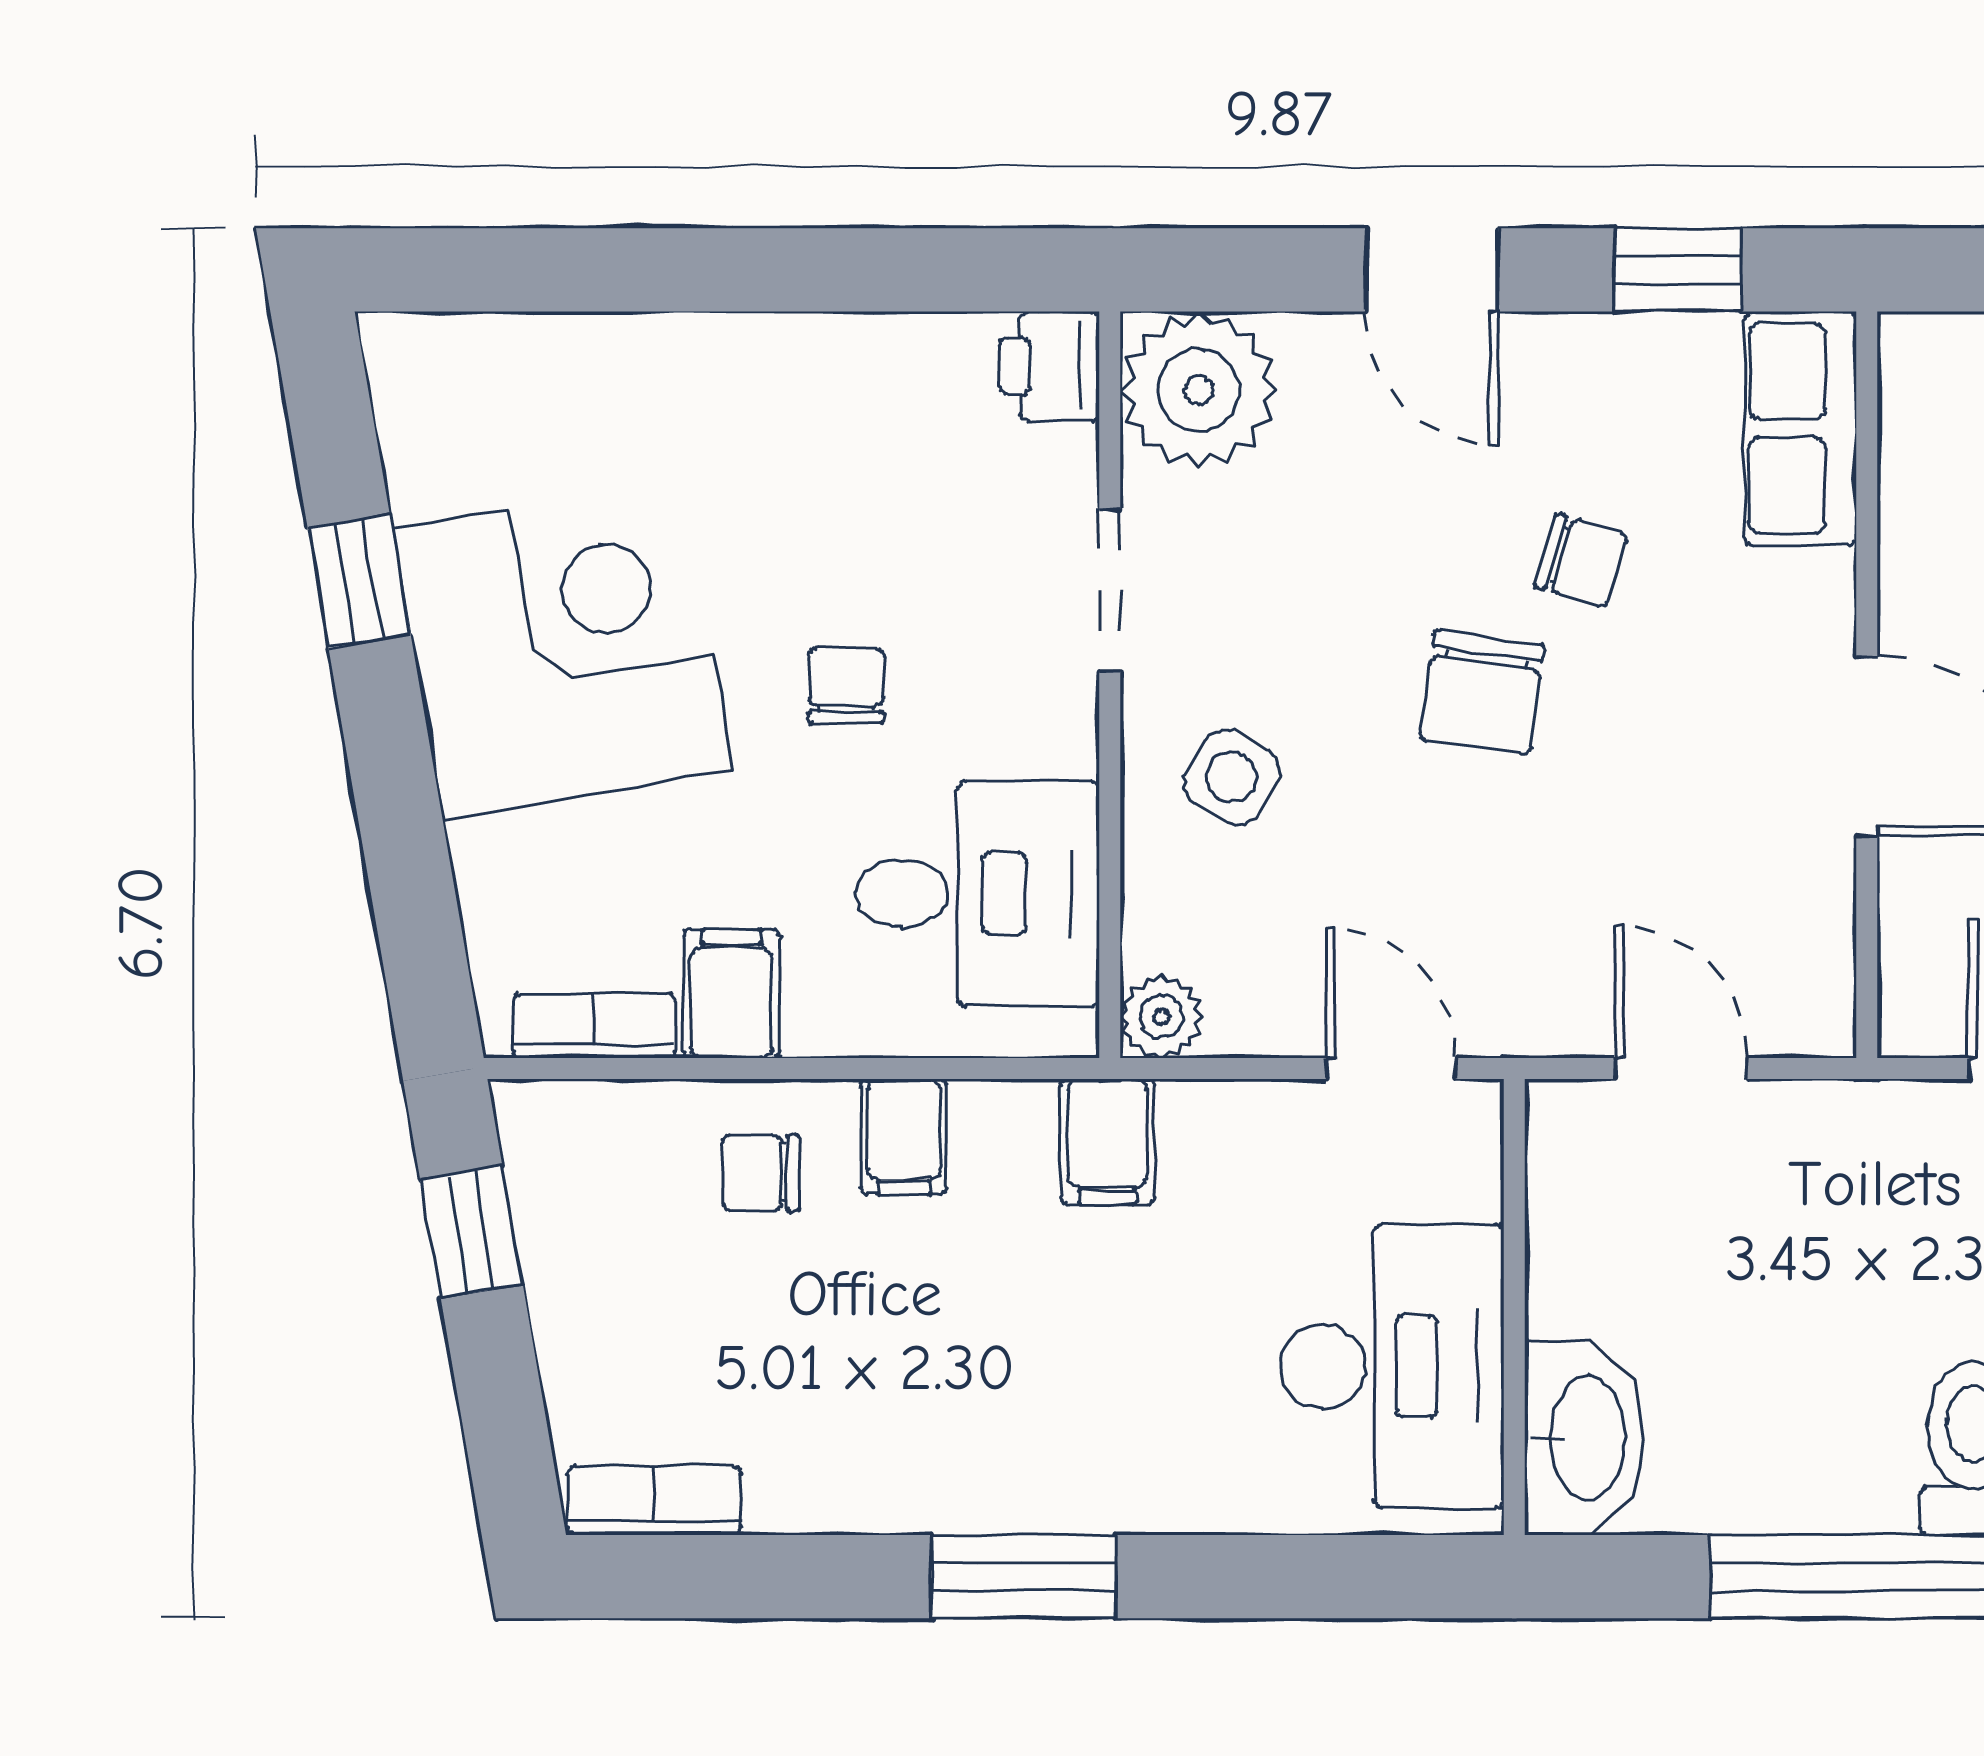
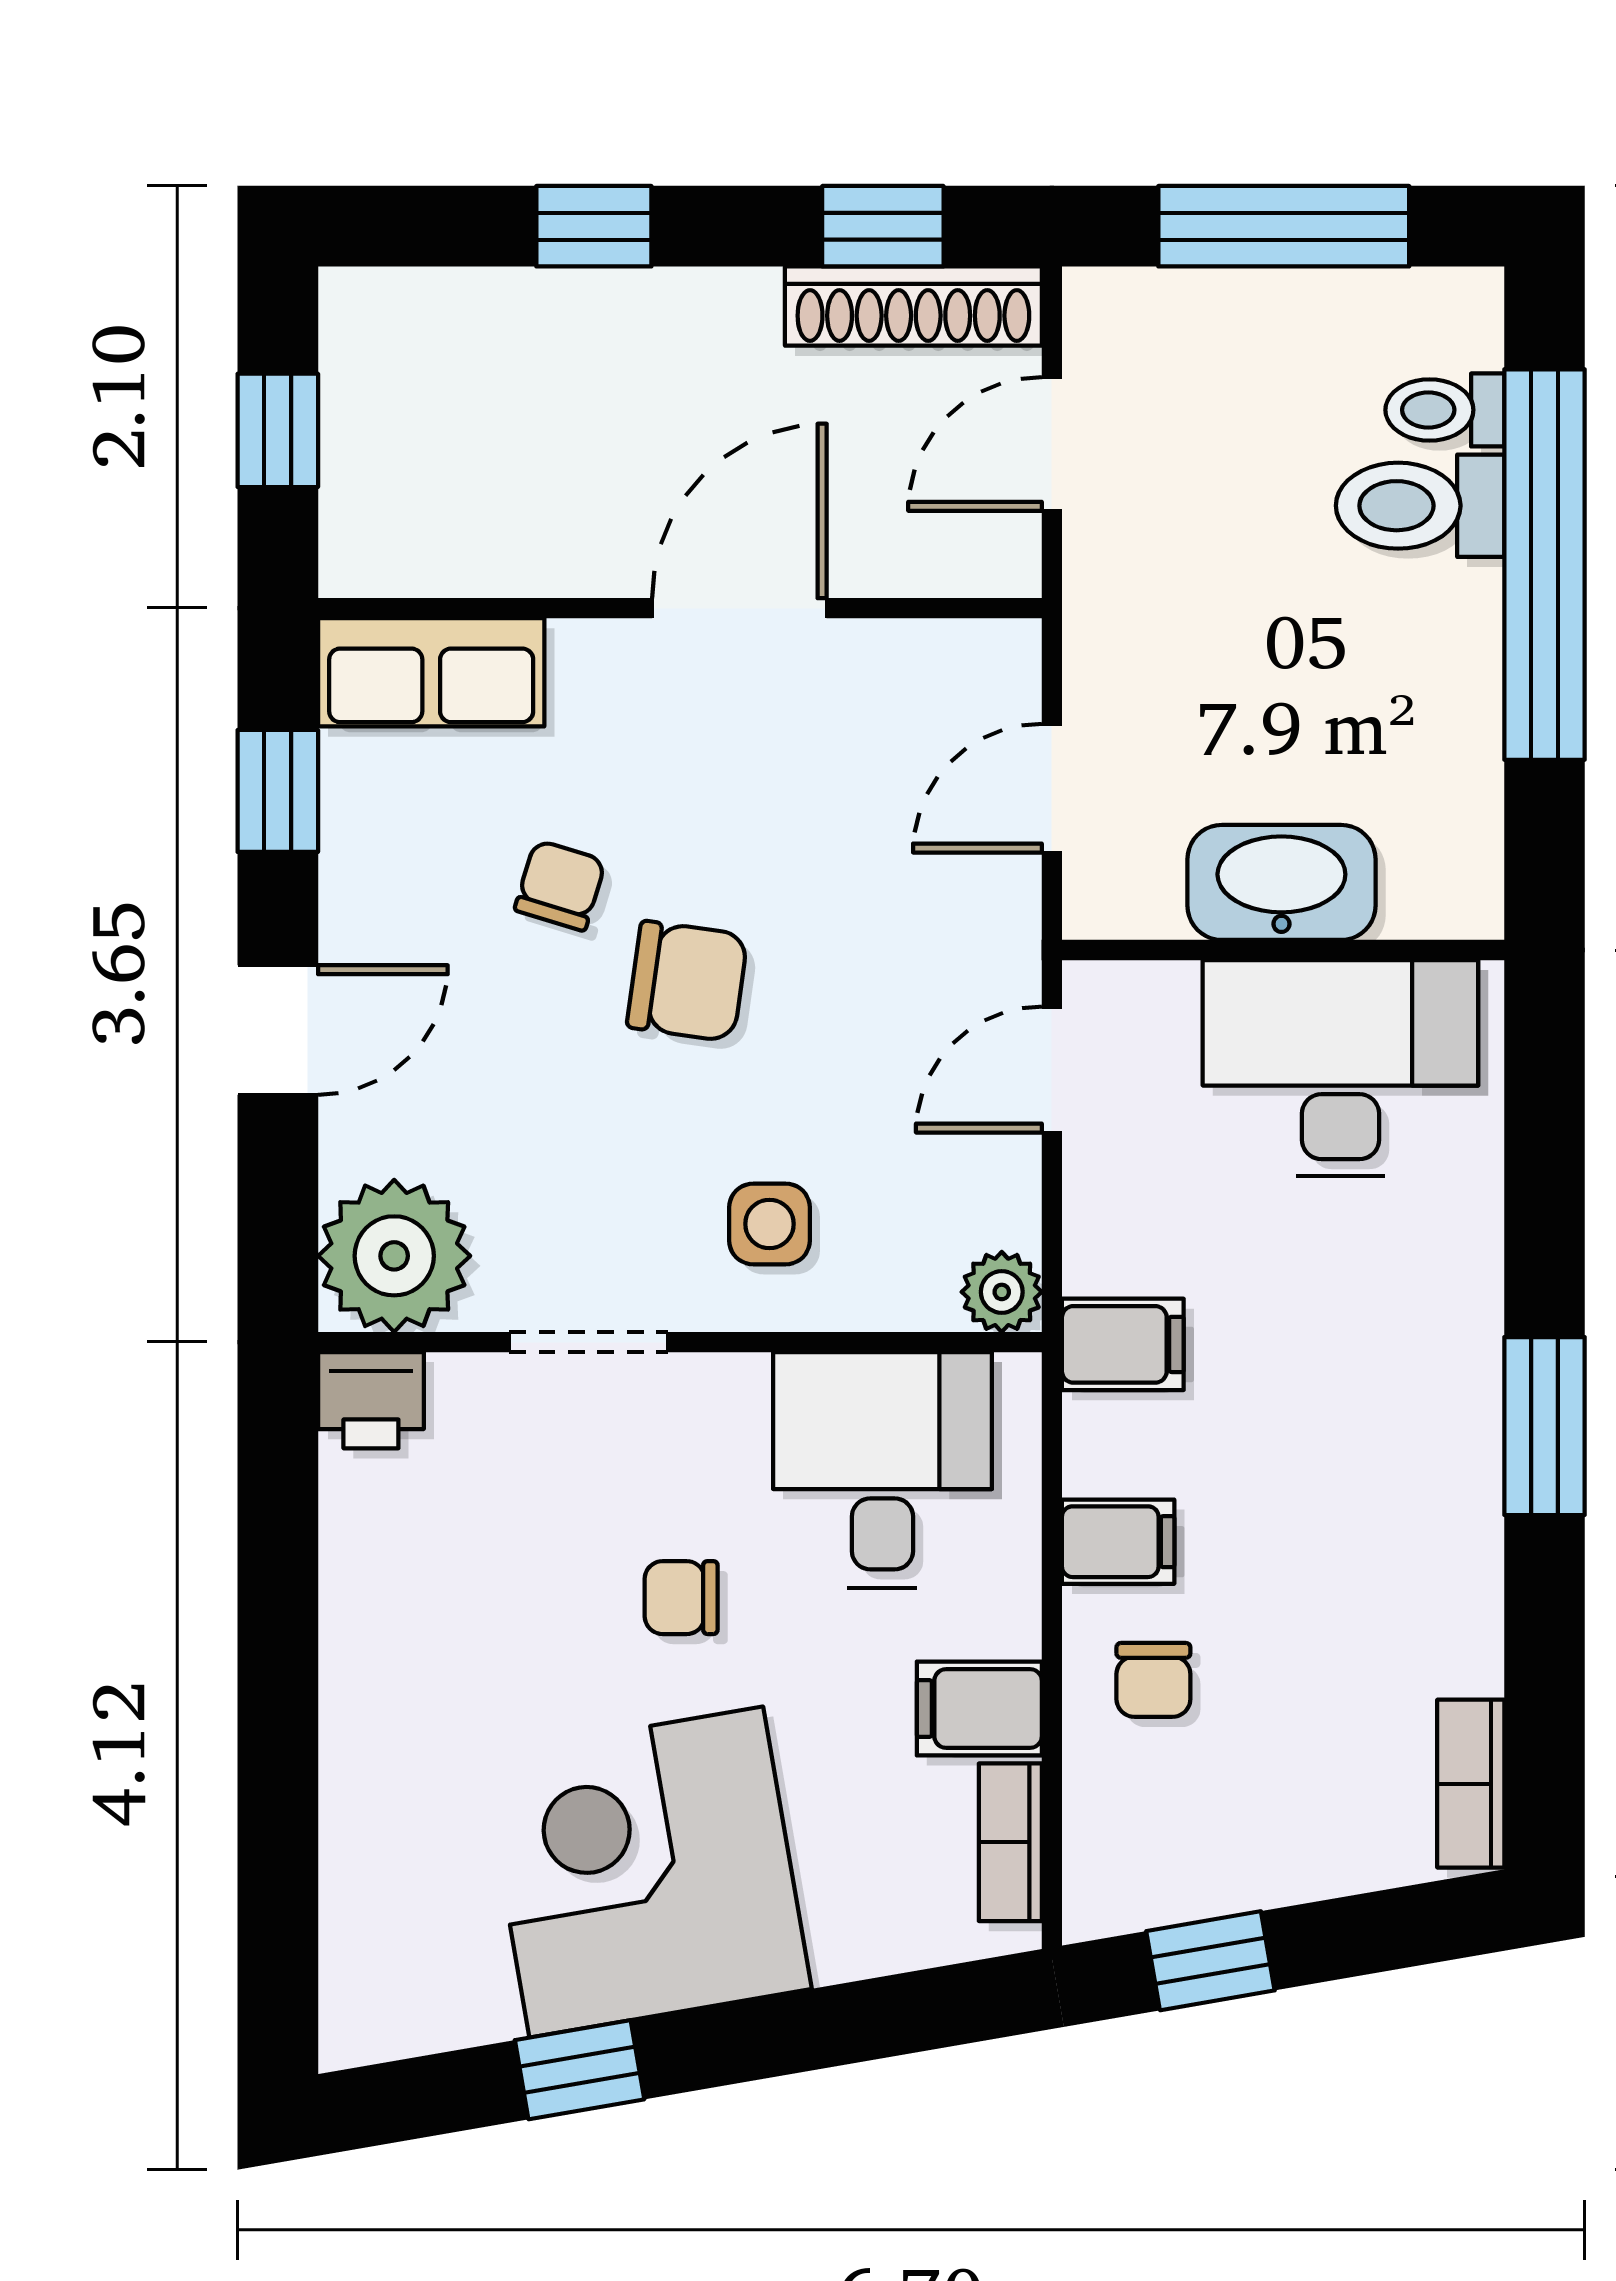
side table: (1232, 777) -> (769, 1224), turned -30
washbasin: (1584, 1438) -> (1281, 882), moved

